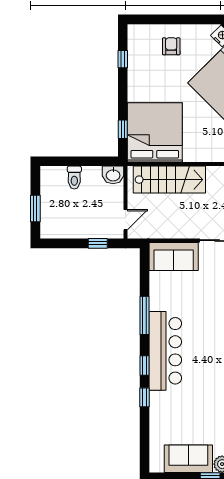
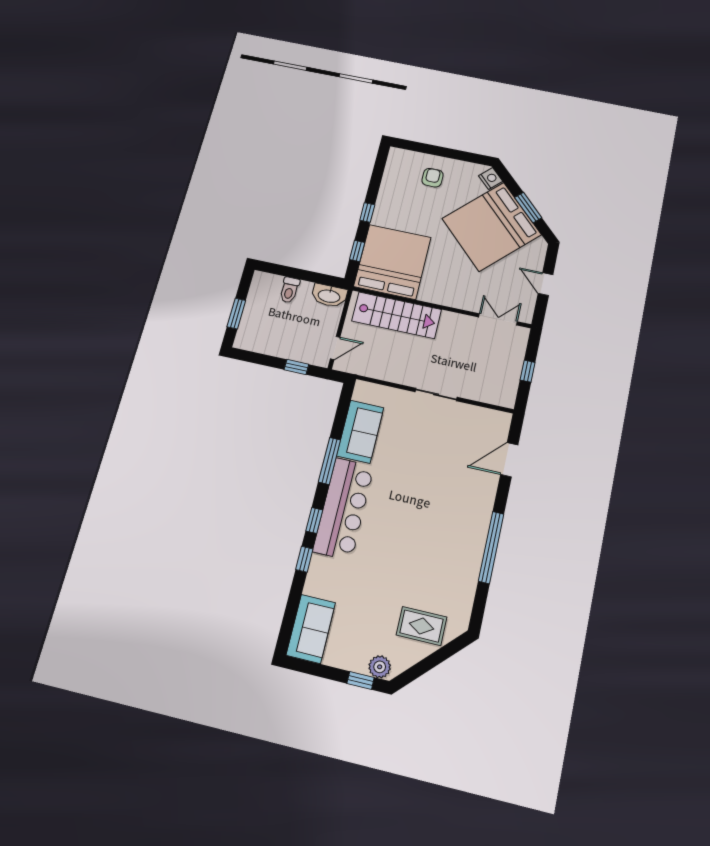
window: (123, 59) -> (367, 212), moved
washbasin: (113, 175) -> (329, 296), width x1.38
sofa: (174, 257) -> (360, 432), moved, turned -90
sofa: (188, 459) -> (311, 629), moved, turned 90

